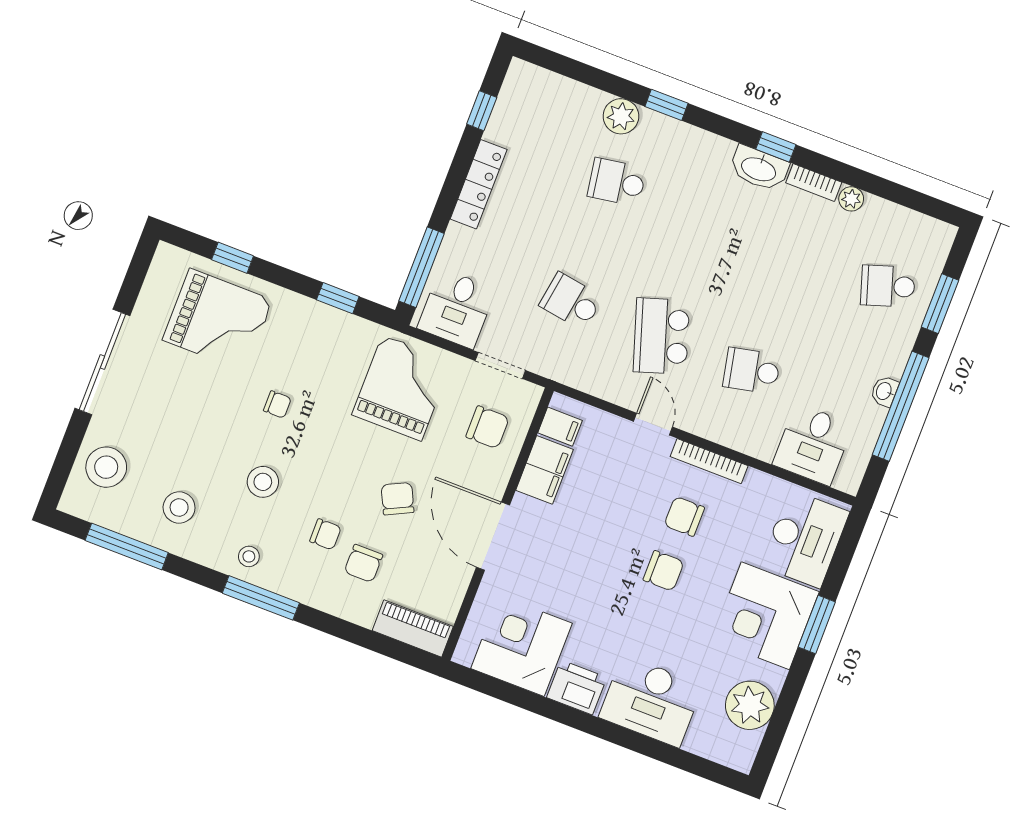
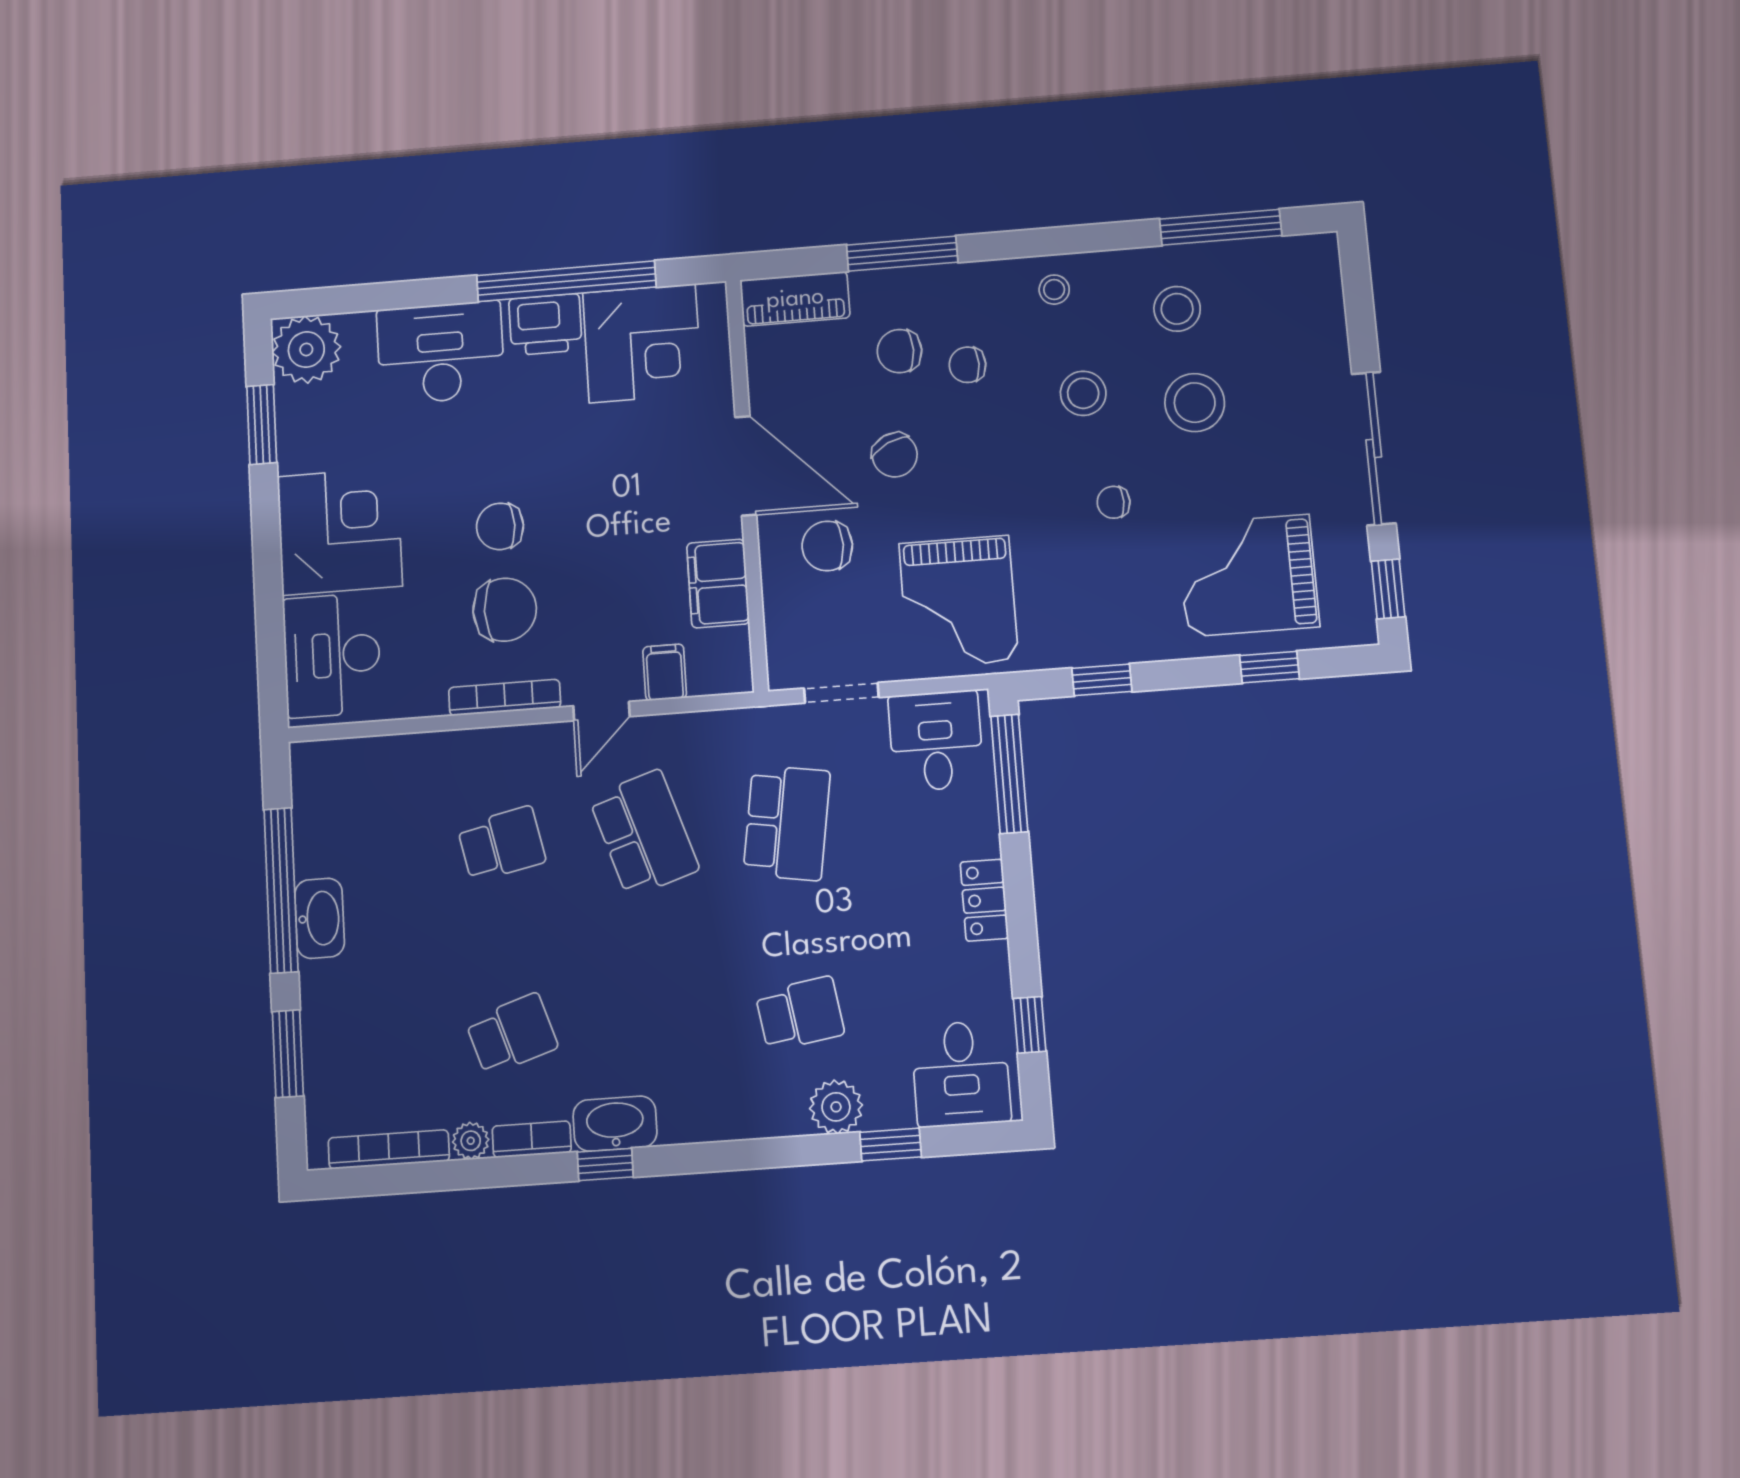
window: (667, 105) -> (891, 1145), moved
locker: (479, 184) -> (984, 900), width x0.66
bookcase: (903, 217) -> (389, 1149), added
window: (137, 271) -> (1388, 589), added
school desk: (888, 286) -> (512, 1034), moved
school desk: (571, 301) -> (787, 823), width x1.85
washbasin: (884, 391) -> (320, 918), width x1.91, depth x1.45
door: (653, 424) -> (602, 711), hinge flipped
chair: (488, 427) -> (827, 546), moved
filing cabinet: (560, 427) -> (665, 672), moved, turned 90
desk: (813, 444) -> (961, 1074), moved, turned 180
stool: (106, 467) -> (1195, 403), moved
chair: (684, 516) -> (505, 610), width x1.37, depth x1.37
chair: (363, 563) -> (899, 351), turned -90
window: (261, 598) -> (902, 254), moved
window: (817, 624) -> (262, 424), moved
plant: (750, 705) -> (306, 350), moved
window: (551, 709) -> (566, 281), added

